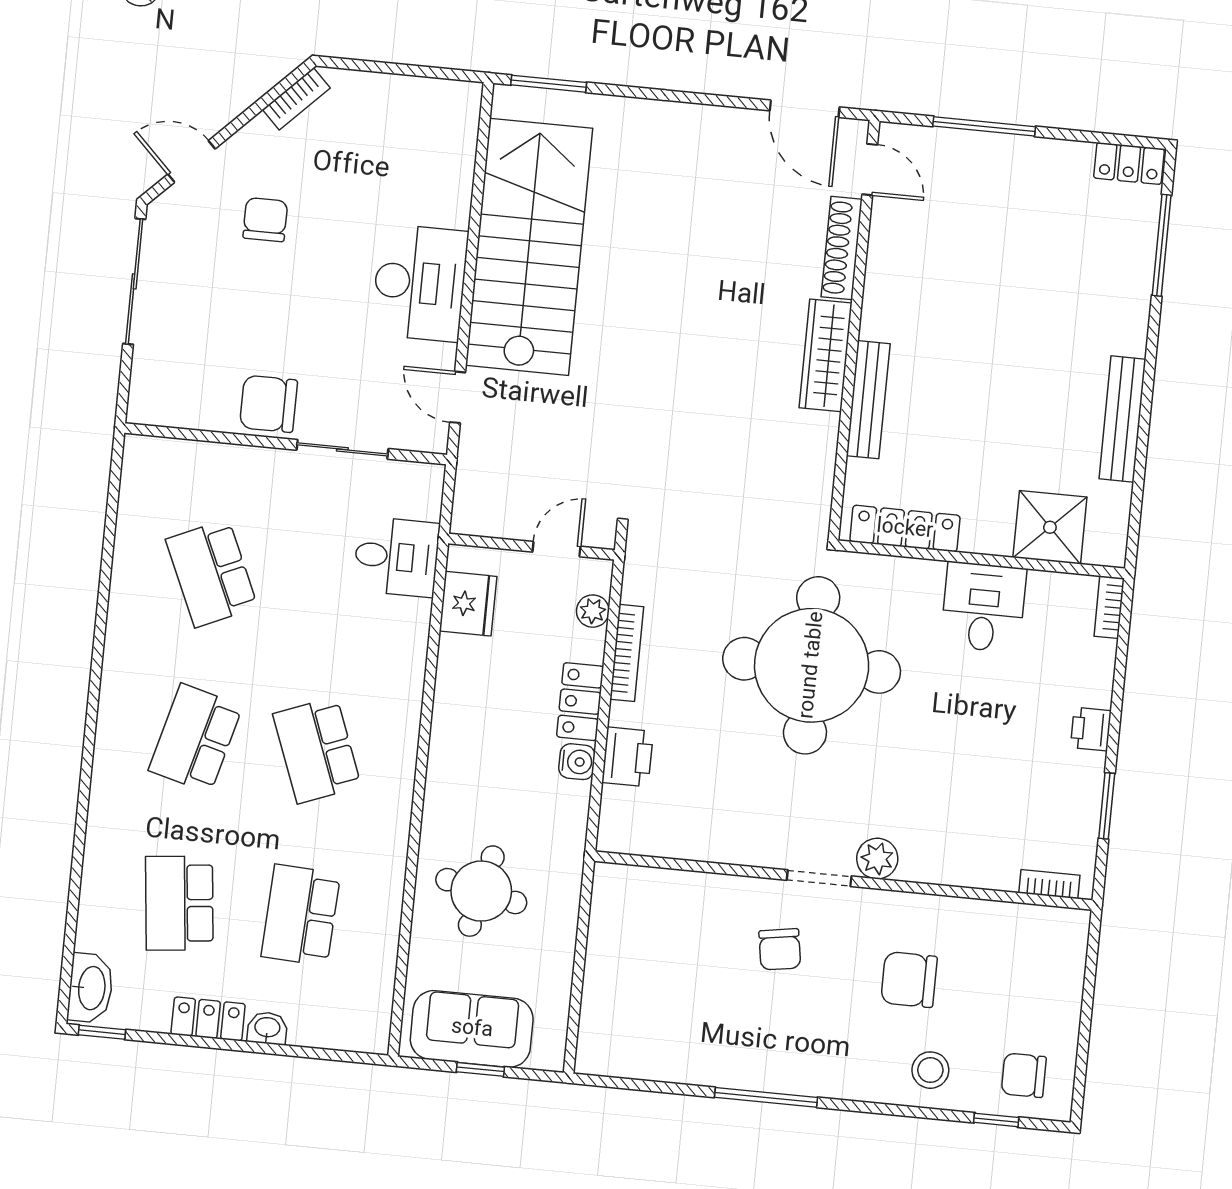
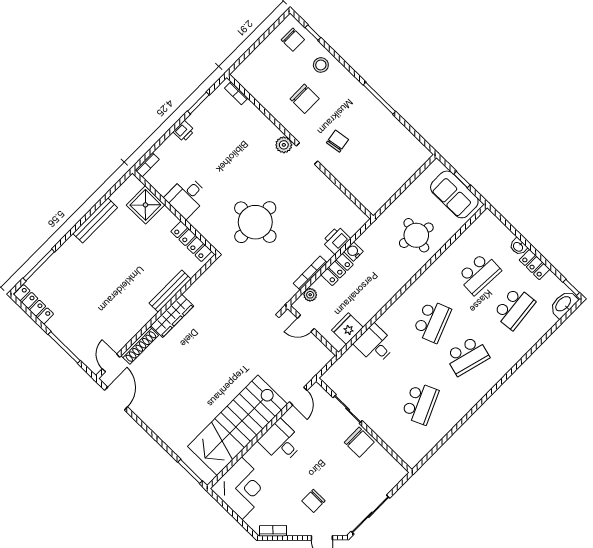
corner desk: (423, 132) -> (242, 488), added
locker: (1129, 163) -> (34, 304), width x1.53
desk: (420, 283) -> (281, 442), width x0.73
desk: (396, 557) -> (375, 344), moved
round table: (812, 665) -> (255, 222), width x0.73, depth x0.73

